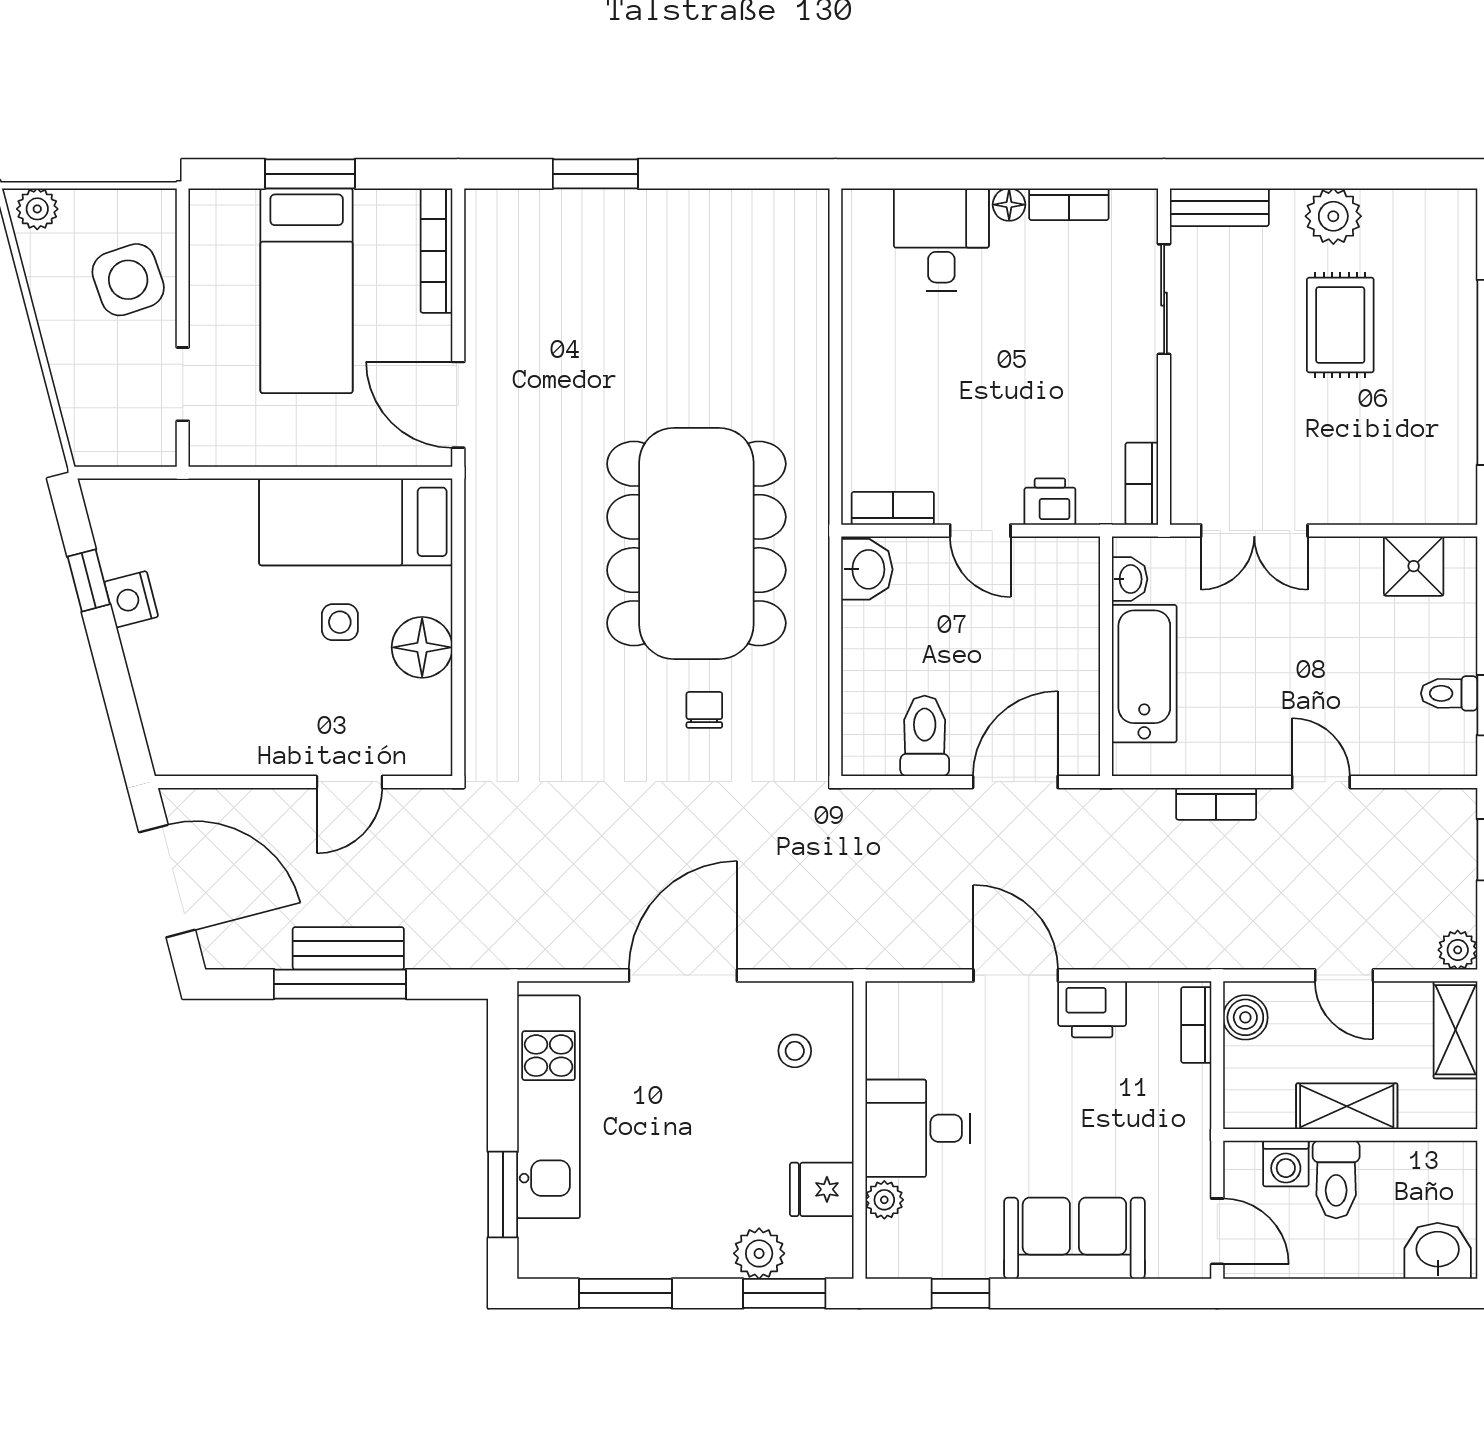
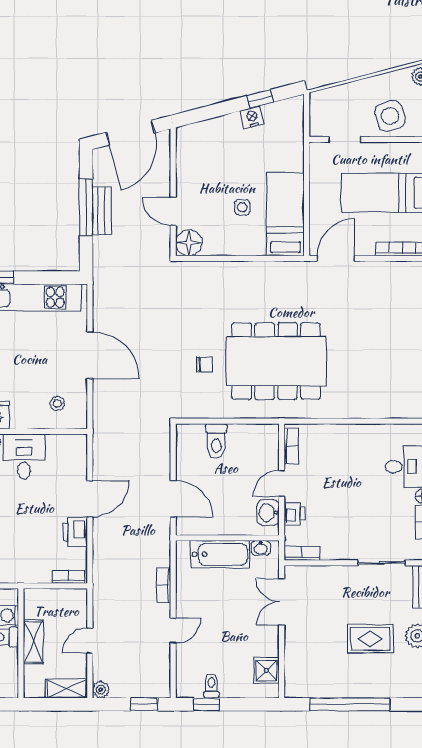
washbasin: (867, 569) -> (268, 513), moved, turned 90
floor lamp: (422, 647) -> (189, 243), moved
toilet: (925, 736) -> (216, 441), moved, turned 90
boiler: (1245, 1017) -> (72, 598), removed

